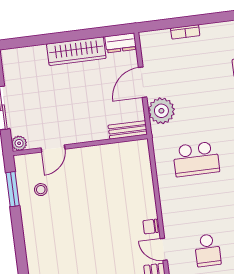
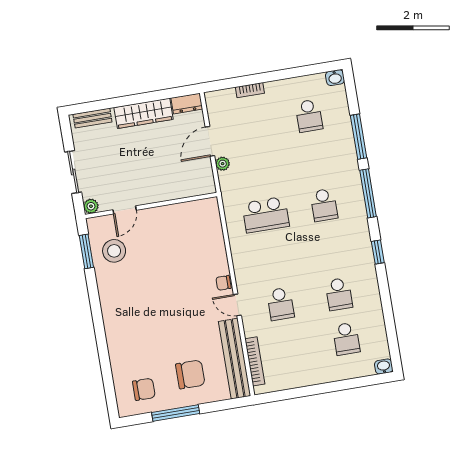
plant: (161, 111) -> (223, 164), width x0.53, depth x0.53
bench: (128, 130) -> (92, 118), moved
stool: (41, 190) -> (114, 251), width x1.89, depth x1.89

